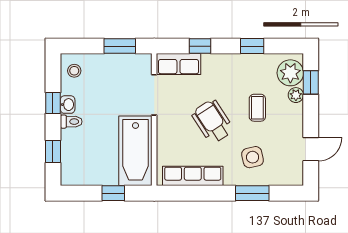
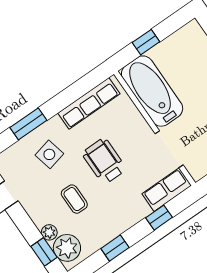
wheelchair: (213, 121) -> (104, 161), turned -147

